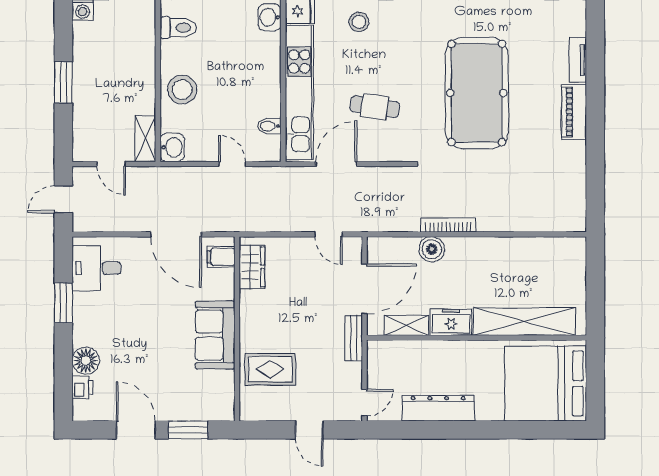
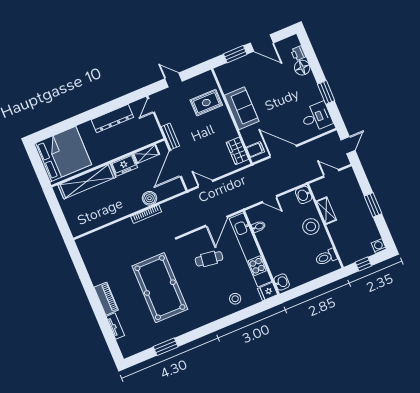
shelving: (145, 139) -> (326, 211), moved

